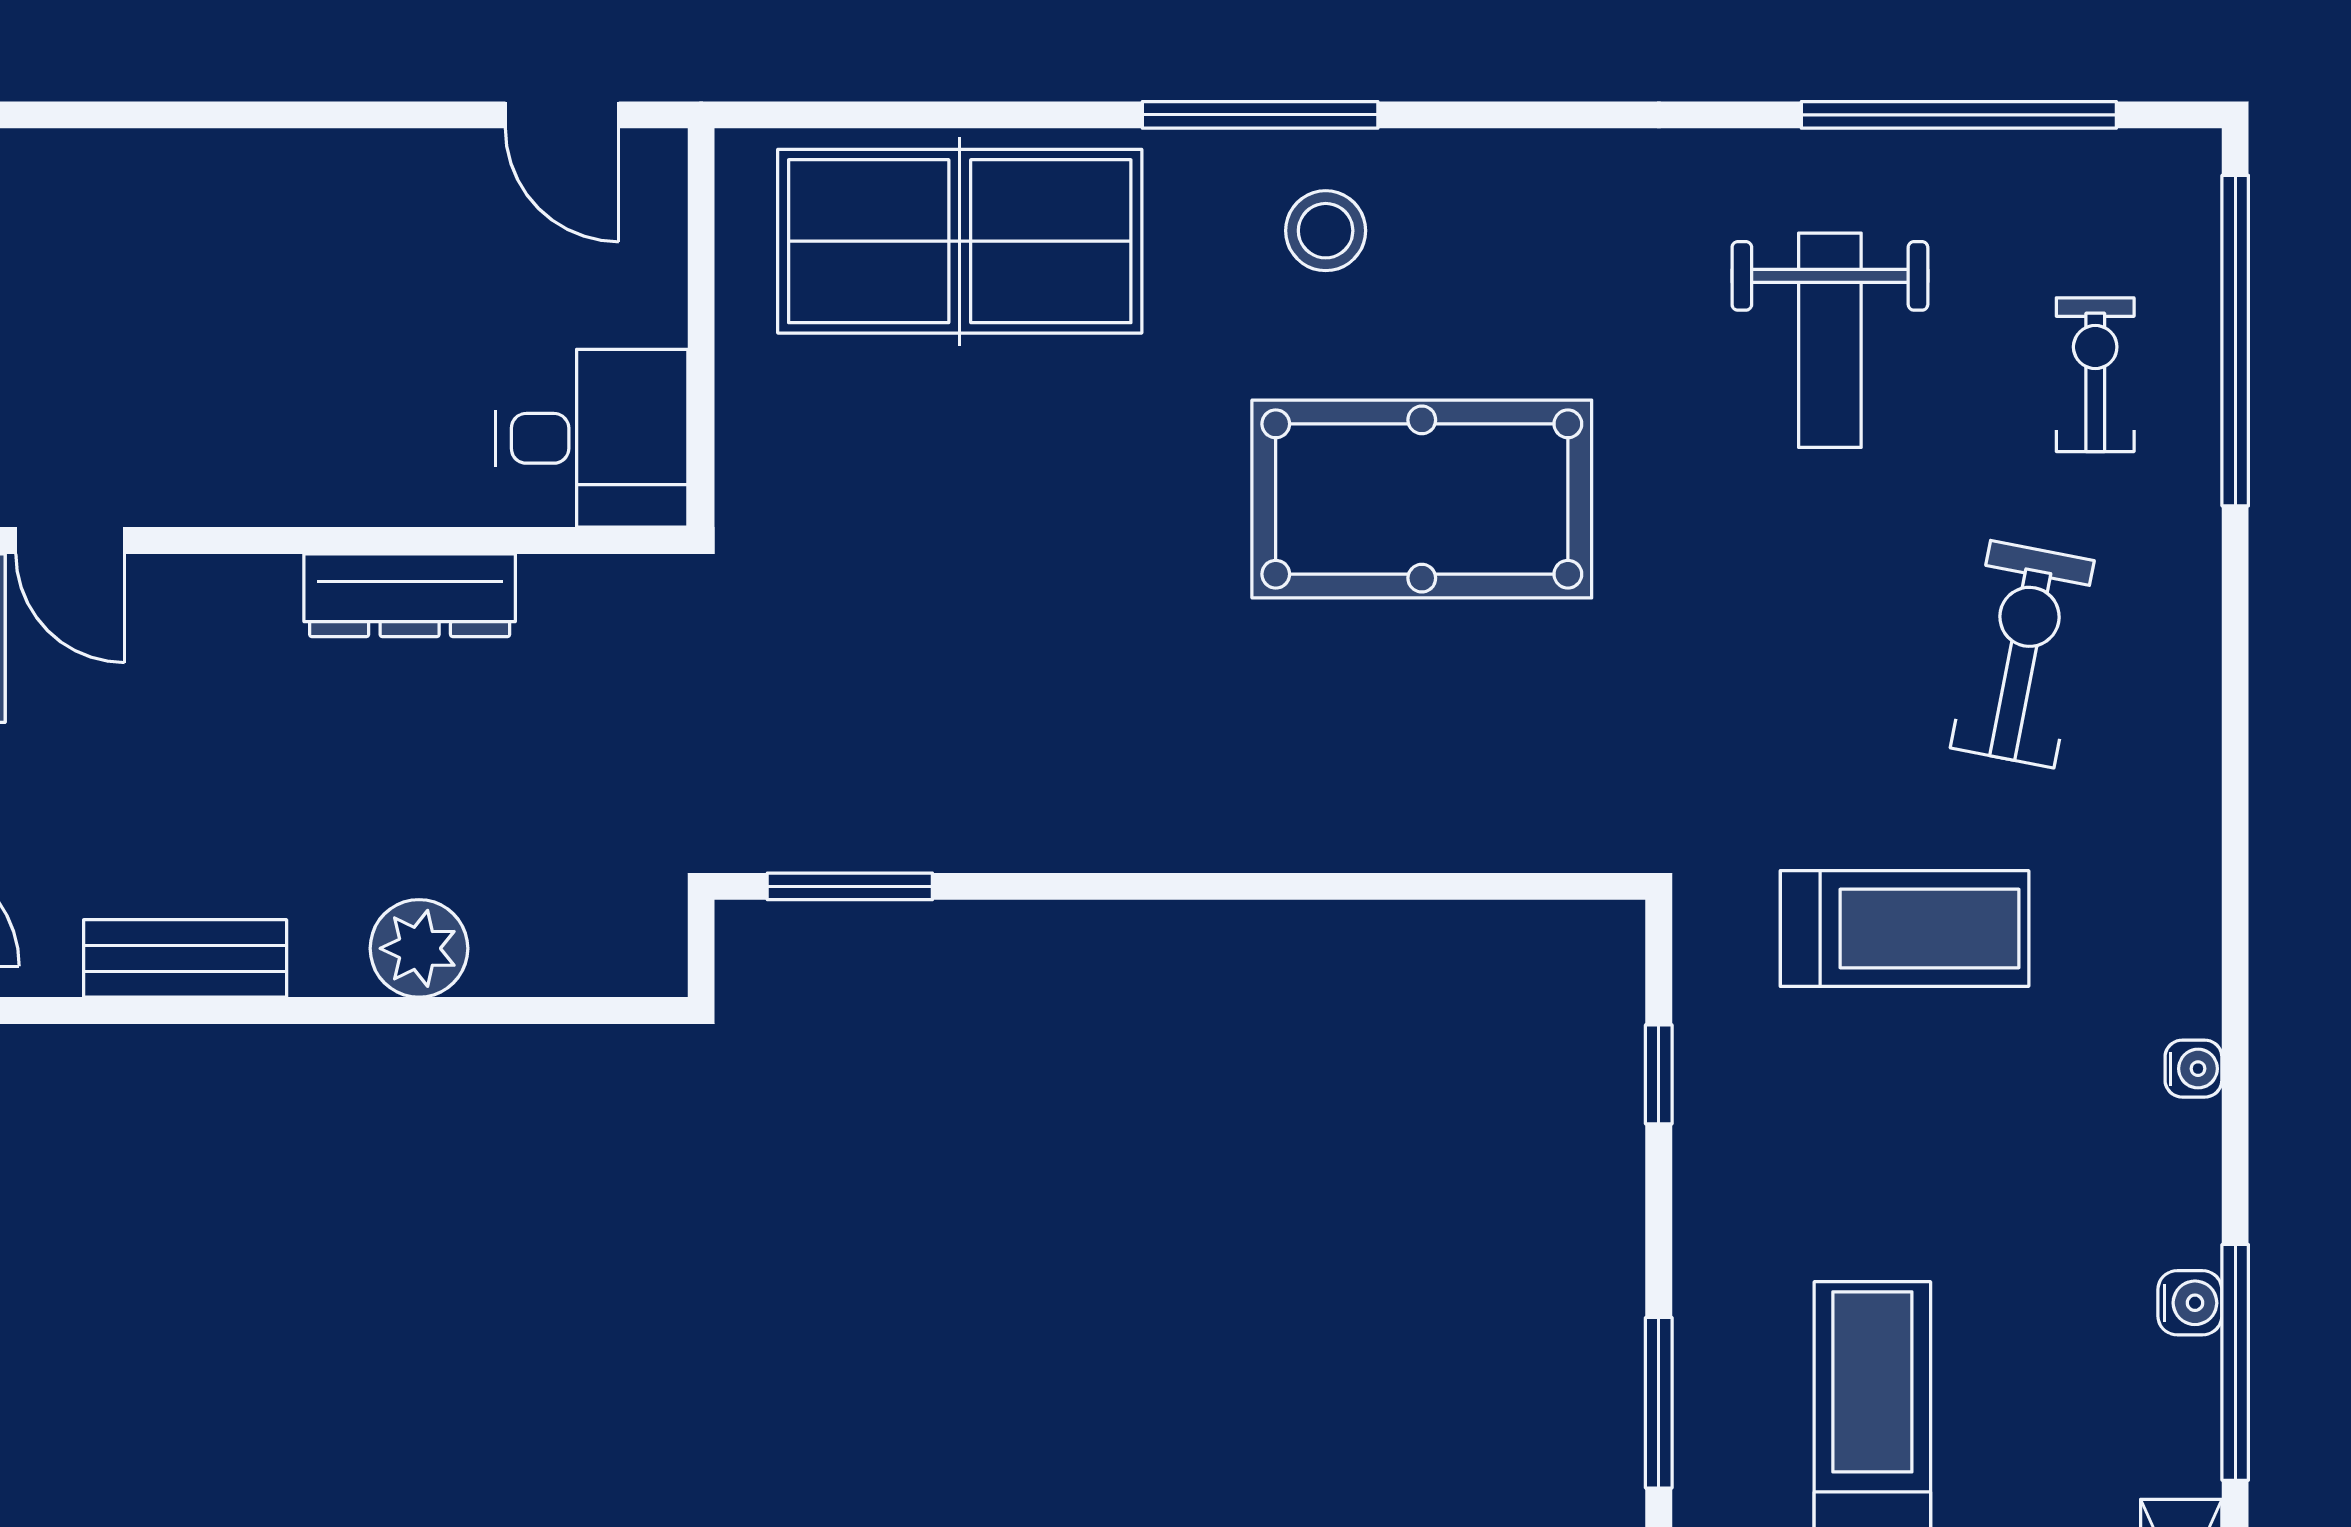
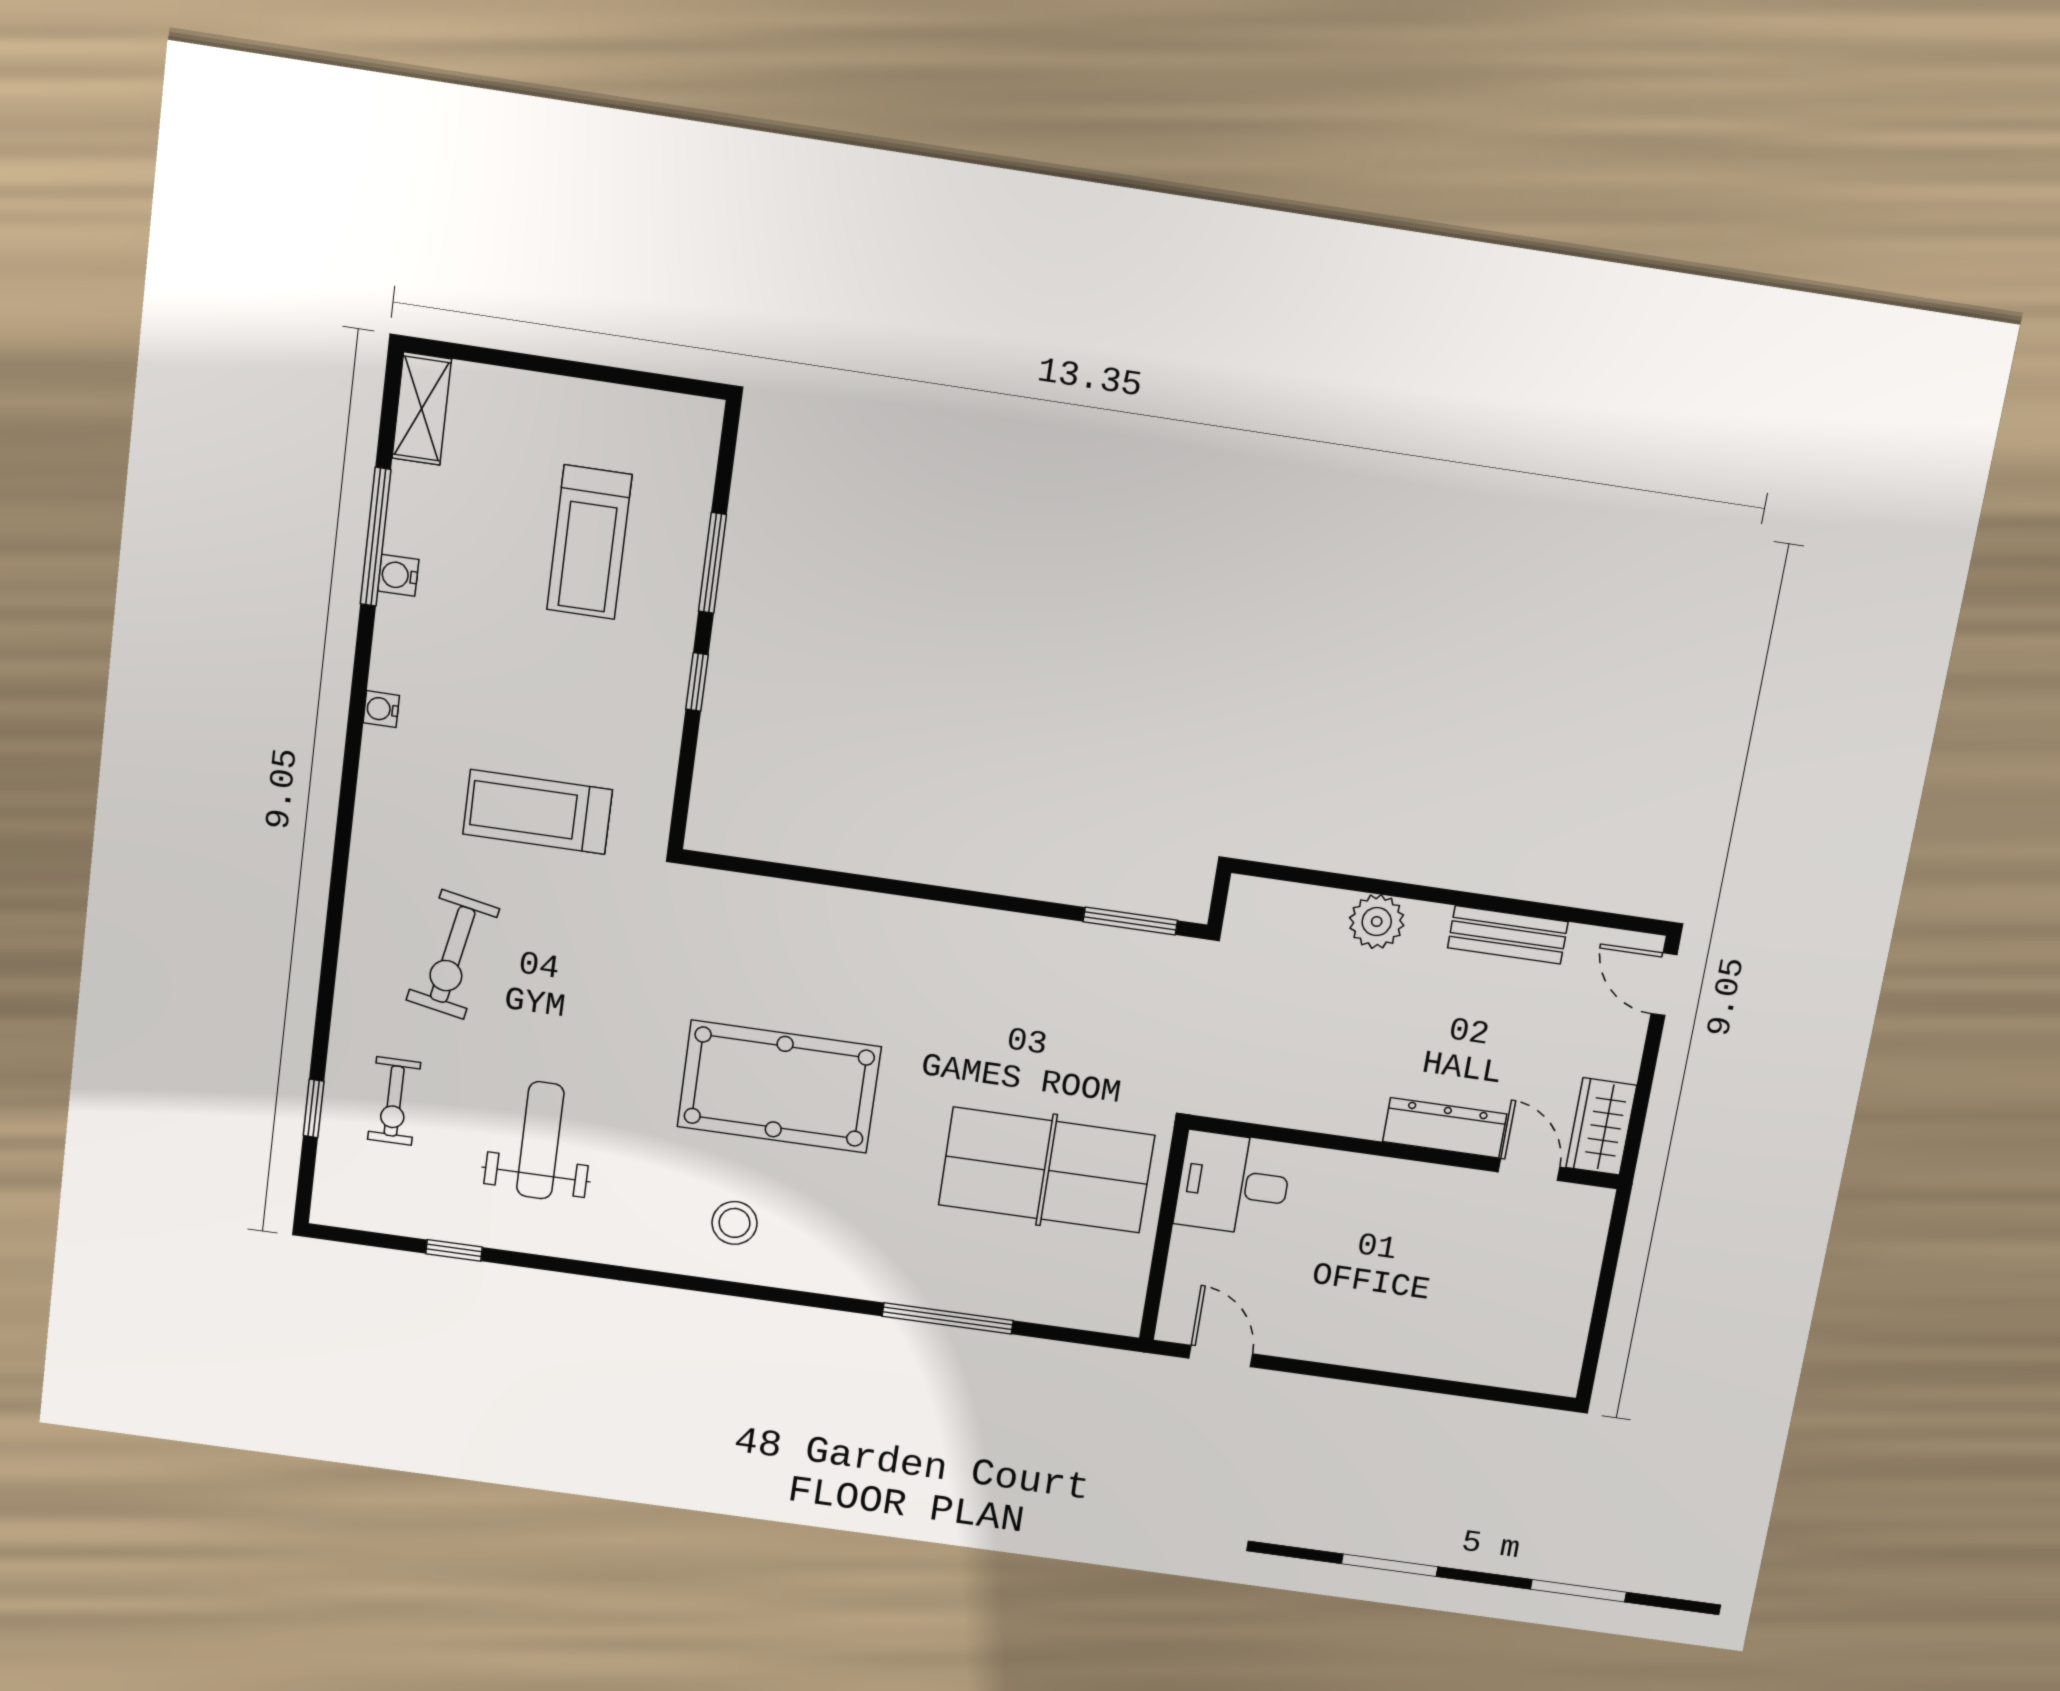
window: (1260, 115) -> (948, 1318), moved
window: (1959, 115) -> (454, 1250), width x0.32
stool: (1326, 231) -> (734, 1223), moved
table tennis table: (960, 241) -> (1047, 1170), moved
window: (2235, 341) -> (314, 1108), width x0.32
dresser: (410, 595) -> (1445, 1128), moved
window: (1659, 1074) -> (697, 682), moved

